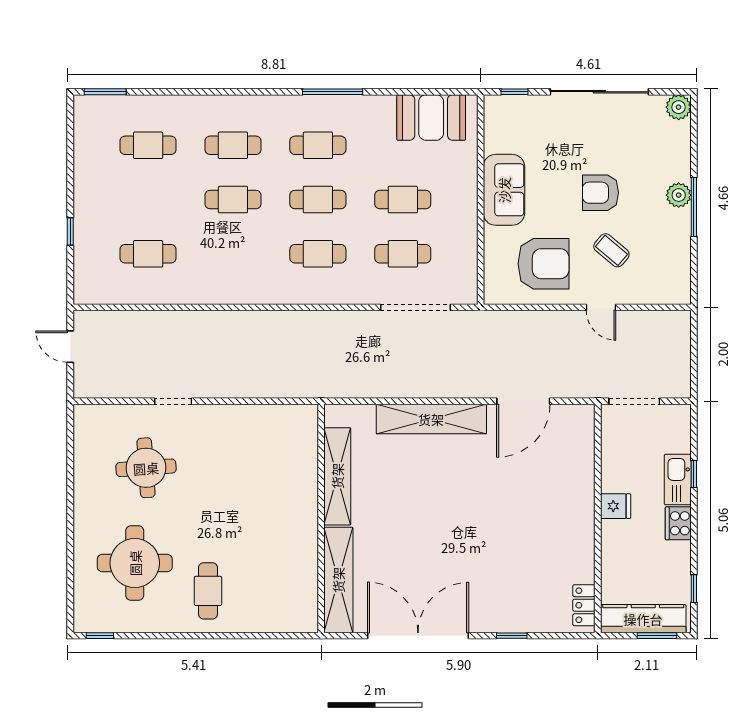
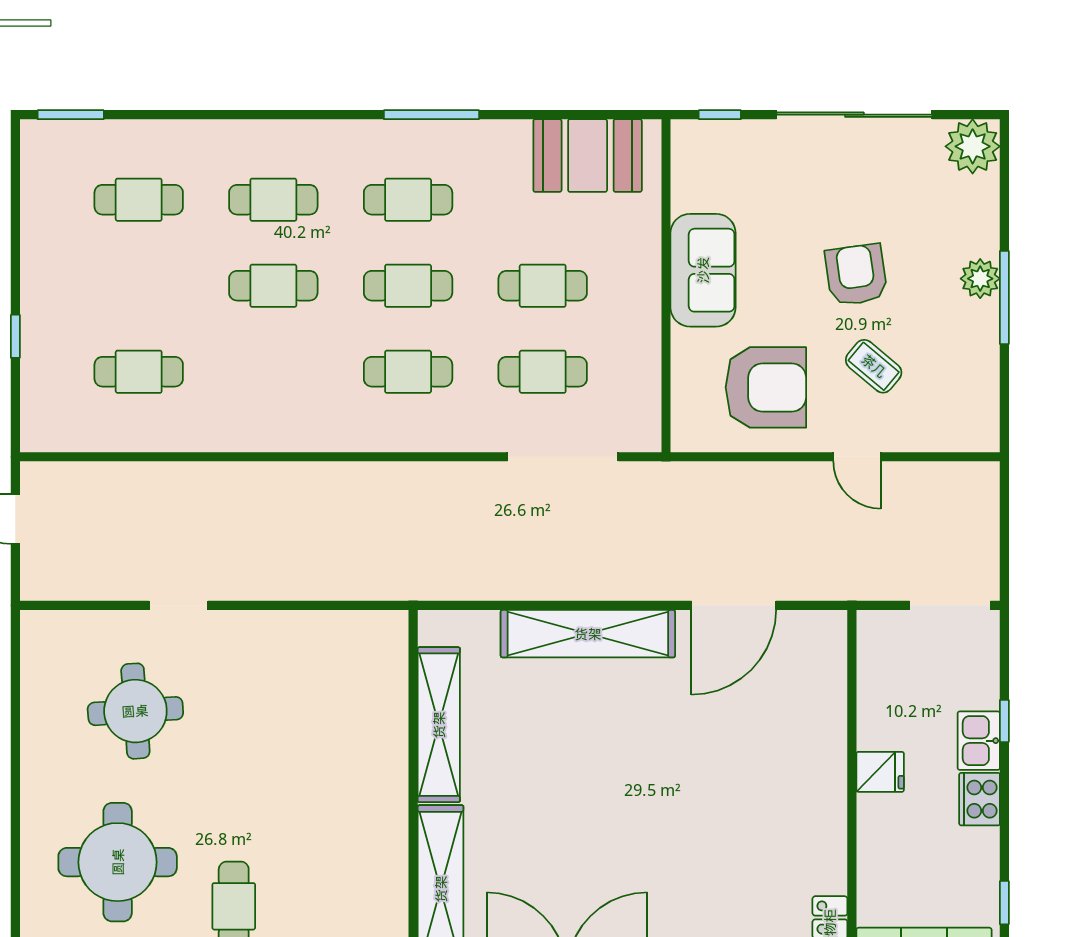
plant: (679, 107) -> (973, 146), width x1.36, depth x1.36
armchair: (600, 193) -> (856, 275), turned 82
doorway: (634, 401) -> (950, 605), moved
kitchen sink: (678, 480) -> (979, 741), width x0.73

